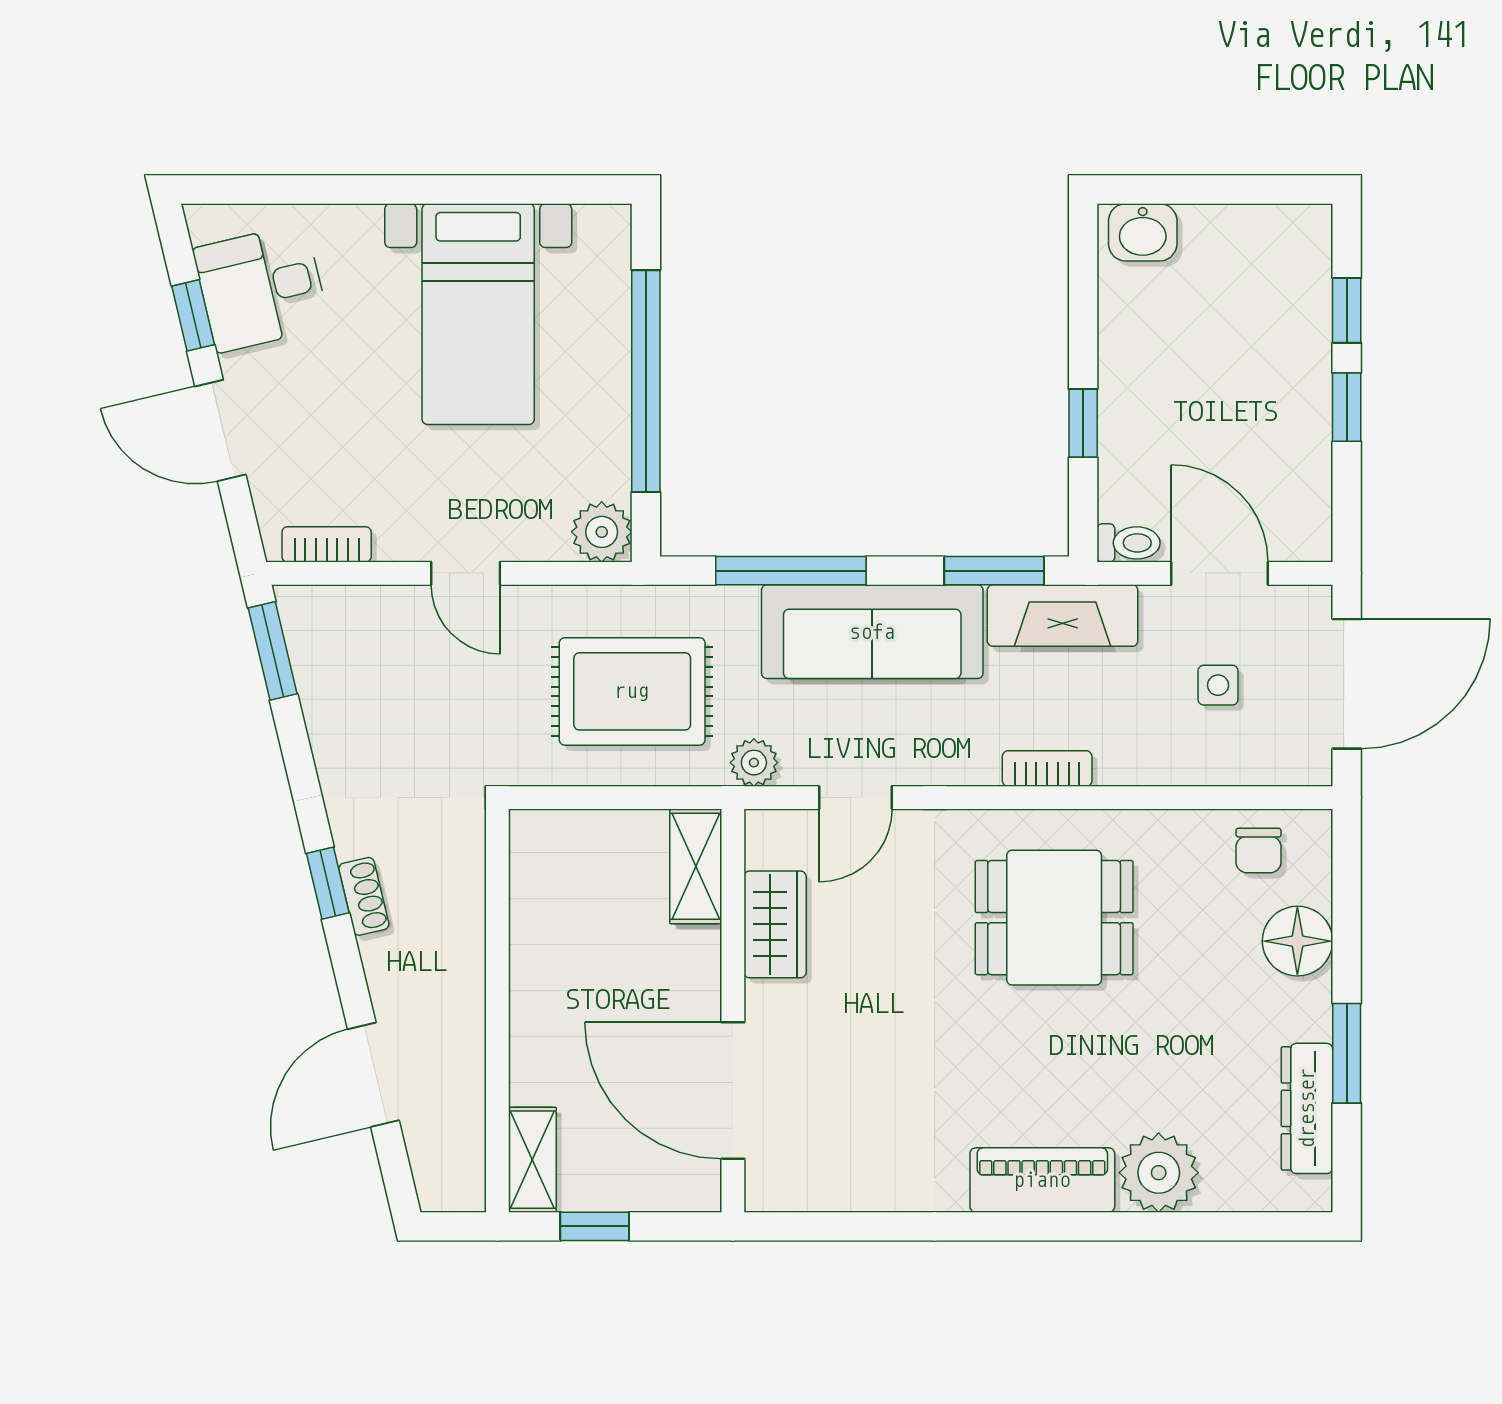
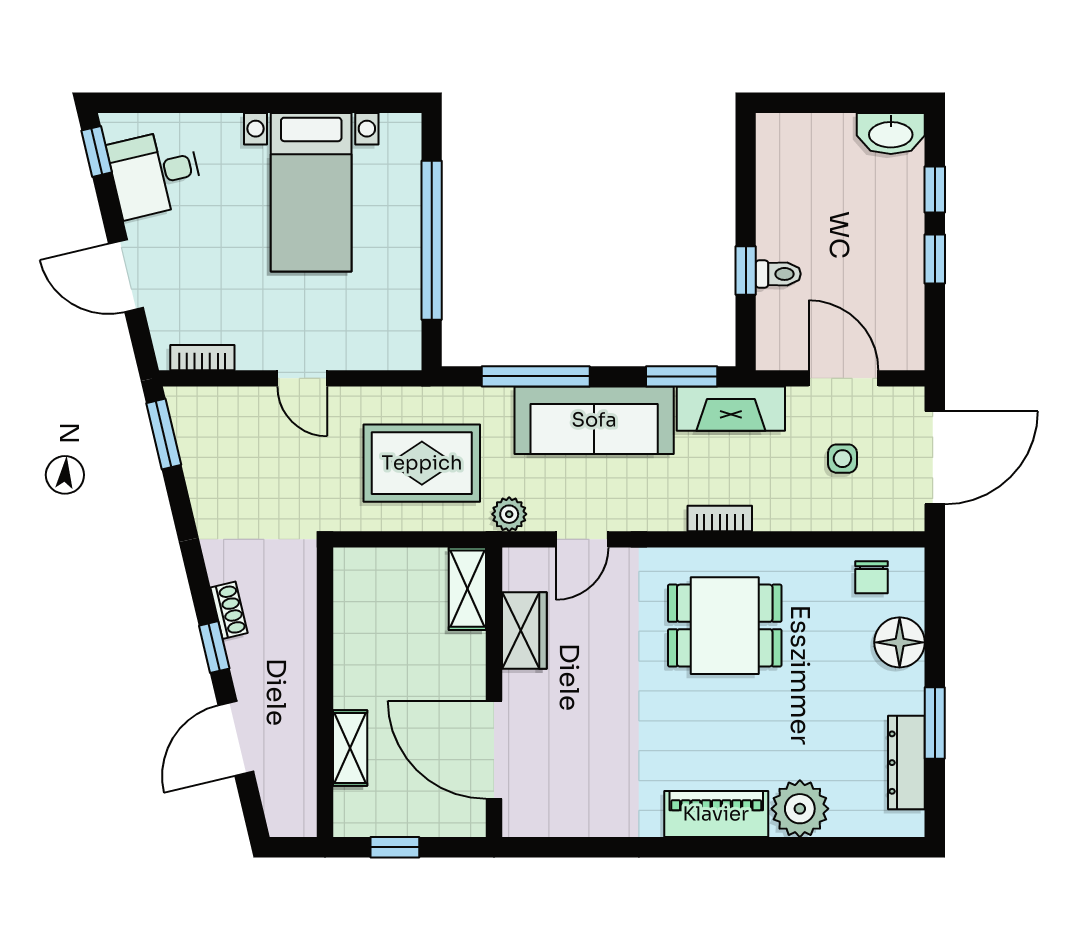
washbasin: (1143, 232) -> (891, 133), moved, width x1.38
window: (193, 315) -> (97, 151), moved
plant: (602, 532) -> (400, 349), removed
toilet: (1129, 543) -> (778, 274), moved
window: (328, 883) -> (214, 647), moved
shelving: (532, 1160) -> (350, 748), moved

